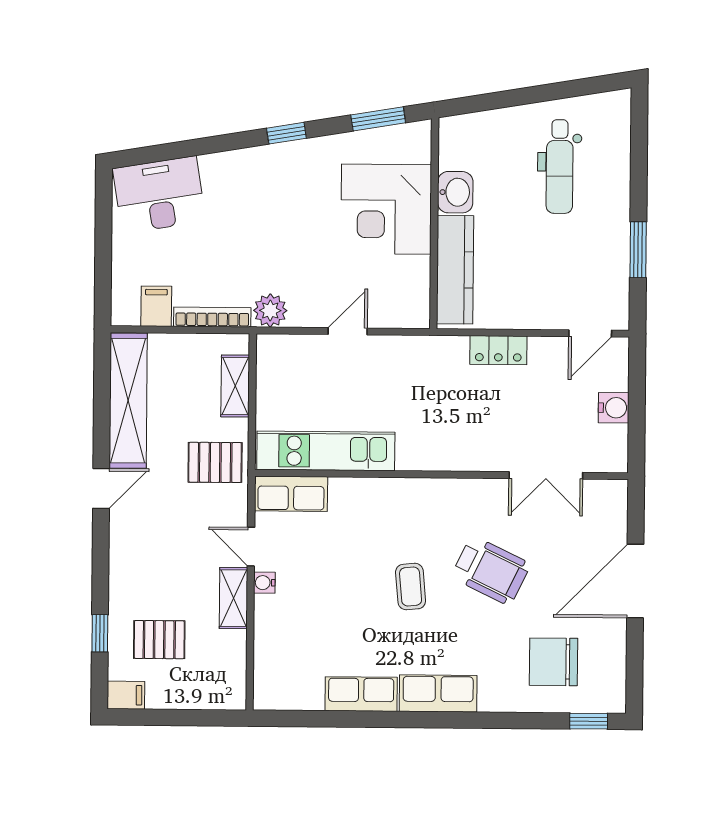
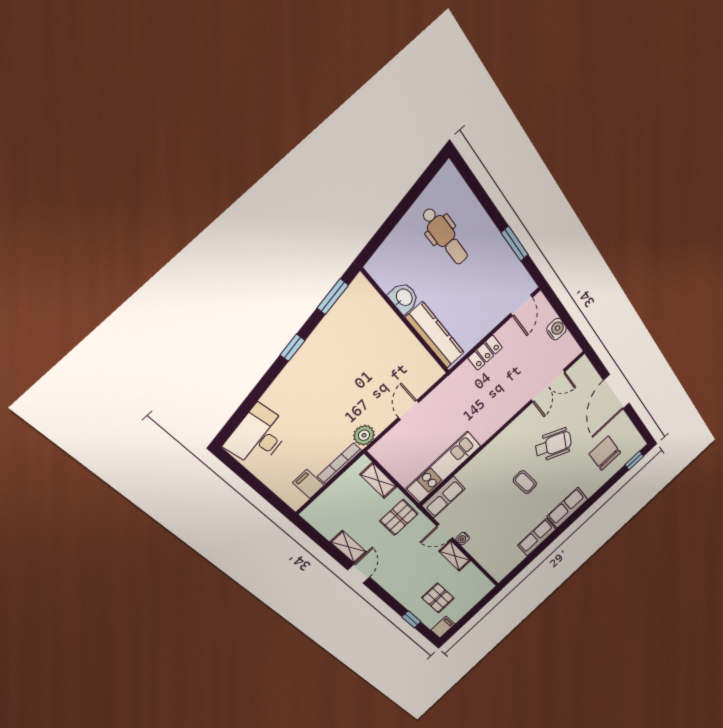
corner desk: (386, 209) -> (377, 338), removed
shelving: (128, 401) -> (348, 547), width x0.45, depth x0.75
pallet: (159, 640) -> (438, 598), turned 90
chair: (553, 662) -> (605, 453), turned 90

